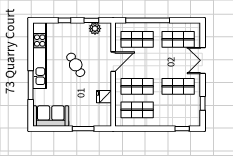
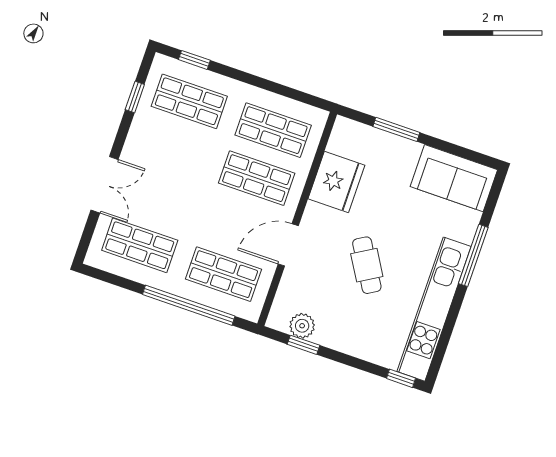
window: (65, 20) -> (401, 378), moved
shop shelf: (178, 86) -> (189, 101), moved
fridge: (104, 97) -> (336, 182), width x1.88, depth x1.34

